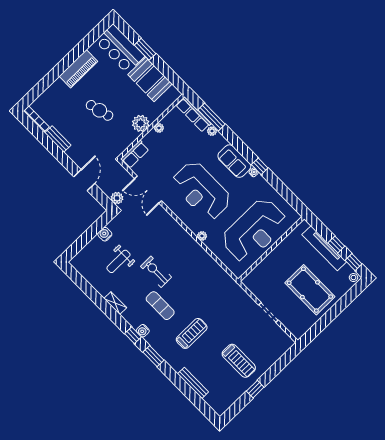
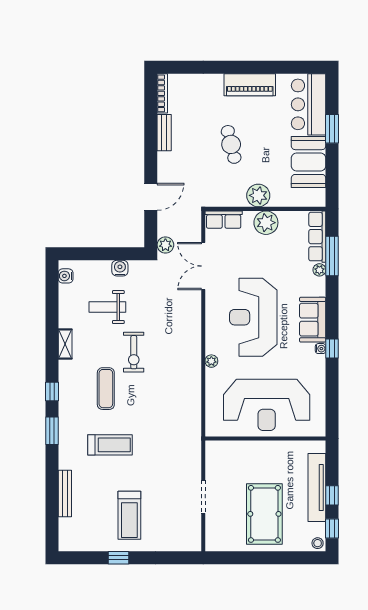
plant: (159, 128) -> (266, 223), width x1.88, depth x1.88
exercise bike: (156, 272) -> (134, 352), turned 180
water cooler: (143, 331) -> (66, 276), moved

